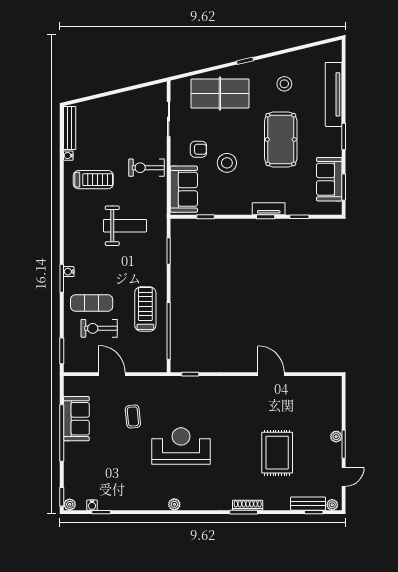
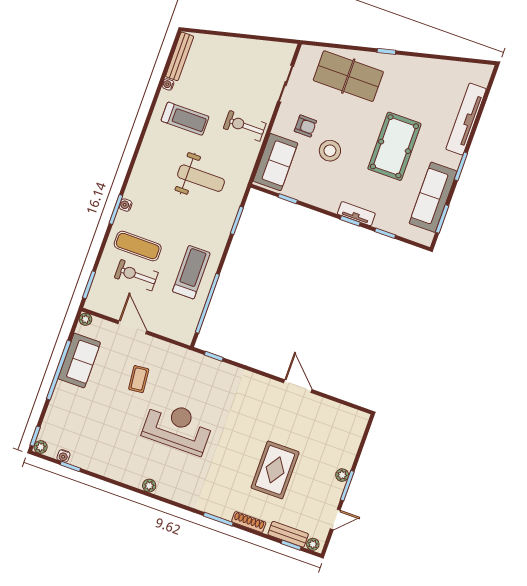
stool: (284, 84) -> (419, 90), removed
sofa: (329, 179) -> (433, 197), width x1.36
plant: (69, 381) -> (85, 319), added
shoe rack: (248, 505) -> (249, 522), moved

